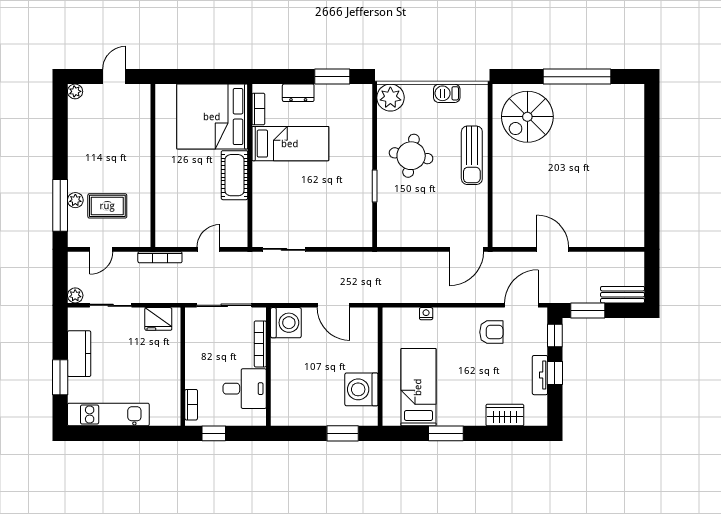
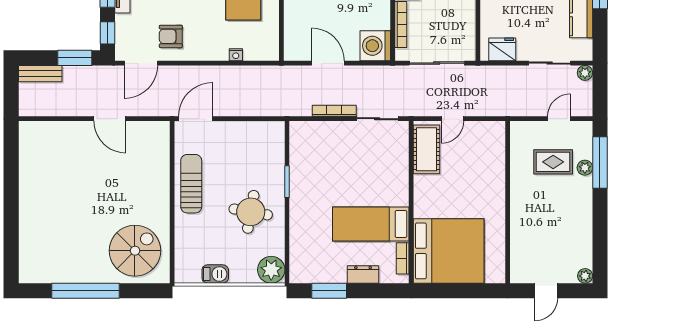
sun lounger: (472, 155) -> (191, 184), moved
cot: (234, 175) -> (426, 149), moved
bookcase: (160, 257) -> (334, 111), moved

